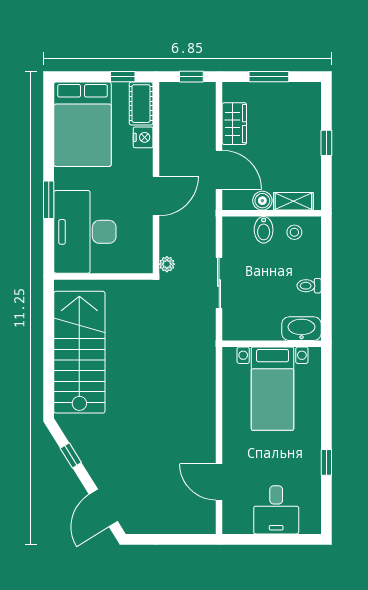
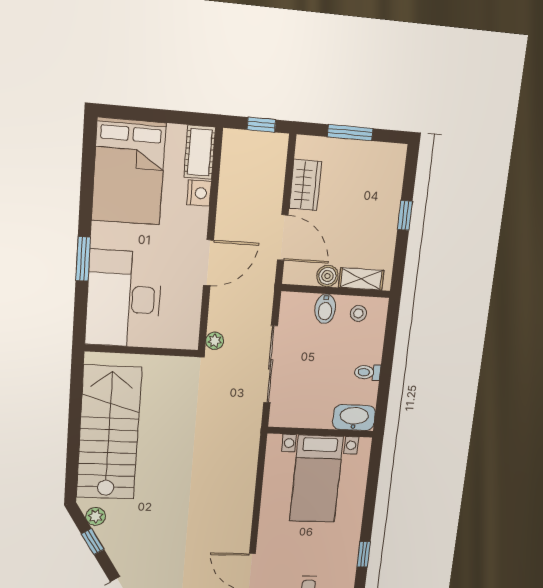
window: (123, 77) -> (181, 118), removed
sliding door: (219, 283) -> (271, 364), width x1.37
plant: (72, 431) -> (96, 516), added

